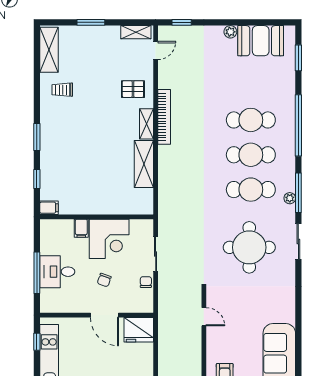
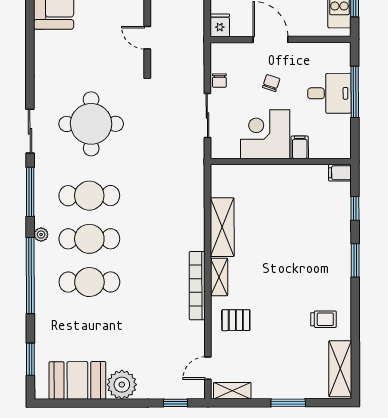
plant: (230, 32) -> (122, 385), width x1.88, depth x1.88
plant: (290, 198) -> (41, 235), moved
fridge: (139, 330) -> (220, 25), width x0.53, depth x0.75

